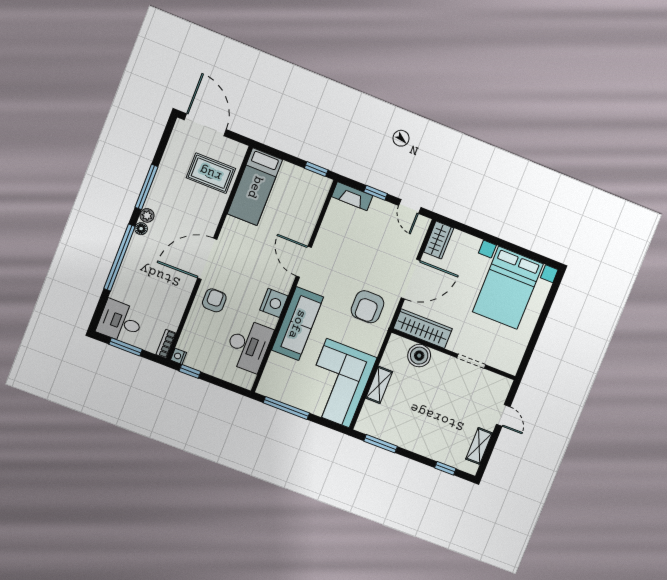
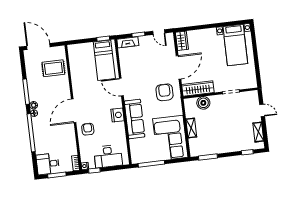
bed: (255, 187) -> (104, 60), moved
bed with nightstands: (508, 288) -> (235, 45), width x0.73
armchair: (367, 307) -> (165, 92), turned 180
desk: (248, 345) -> (108, 156), moved, turned 90

